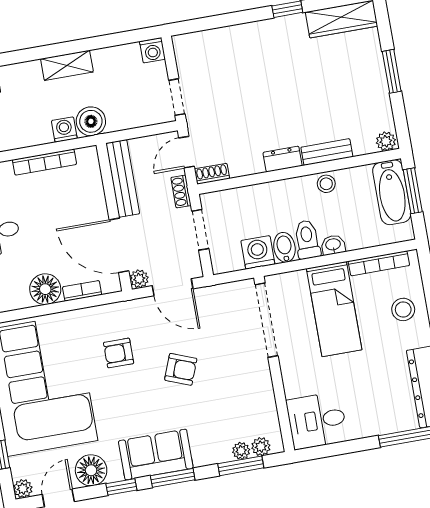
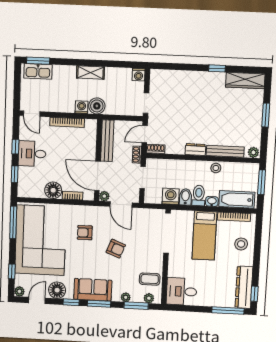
bench: (327, 152) -> (225, 151), width x1.36
bathtub: (392, 192) -> (237, 199), moved, turned 90
coffee table: (254, 411) -> (150, 279), added
plant: (241, 451) -> (126, 297), moved

